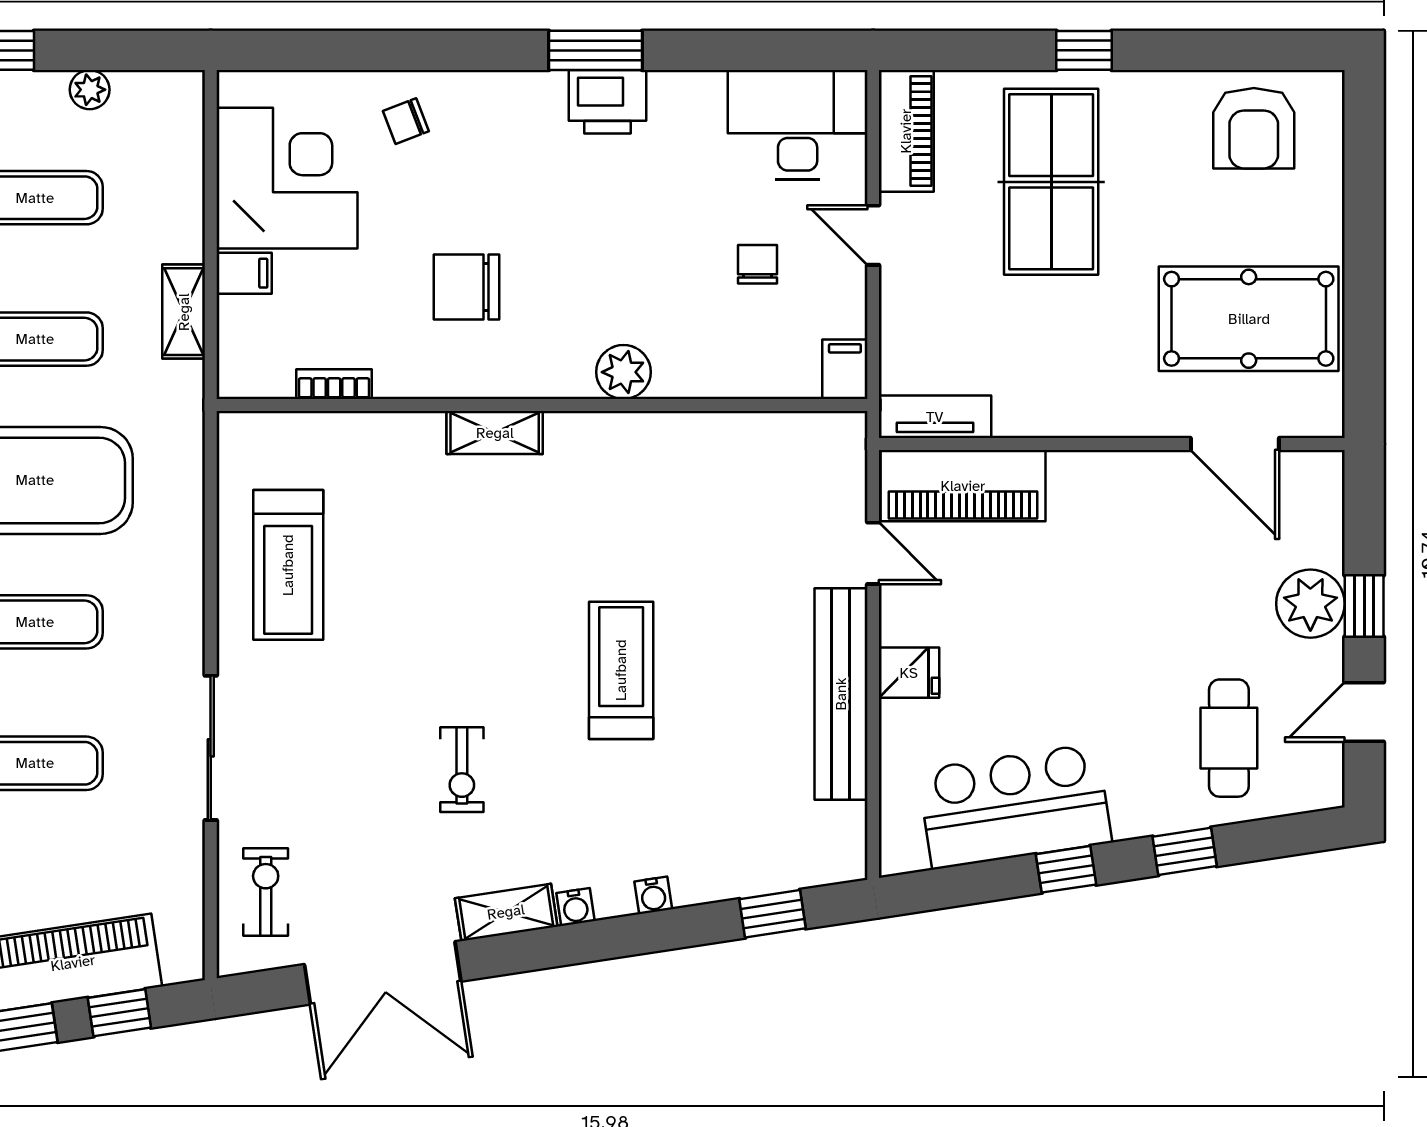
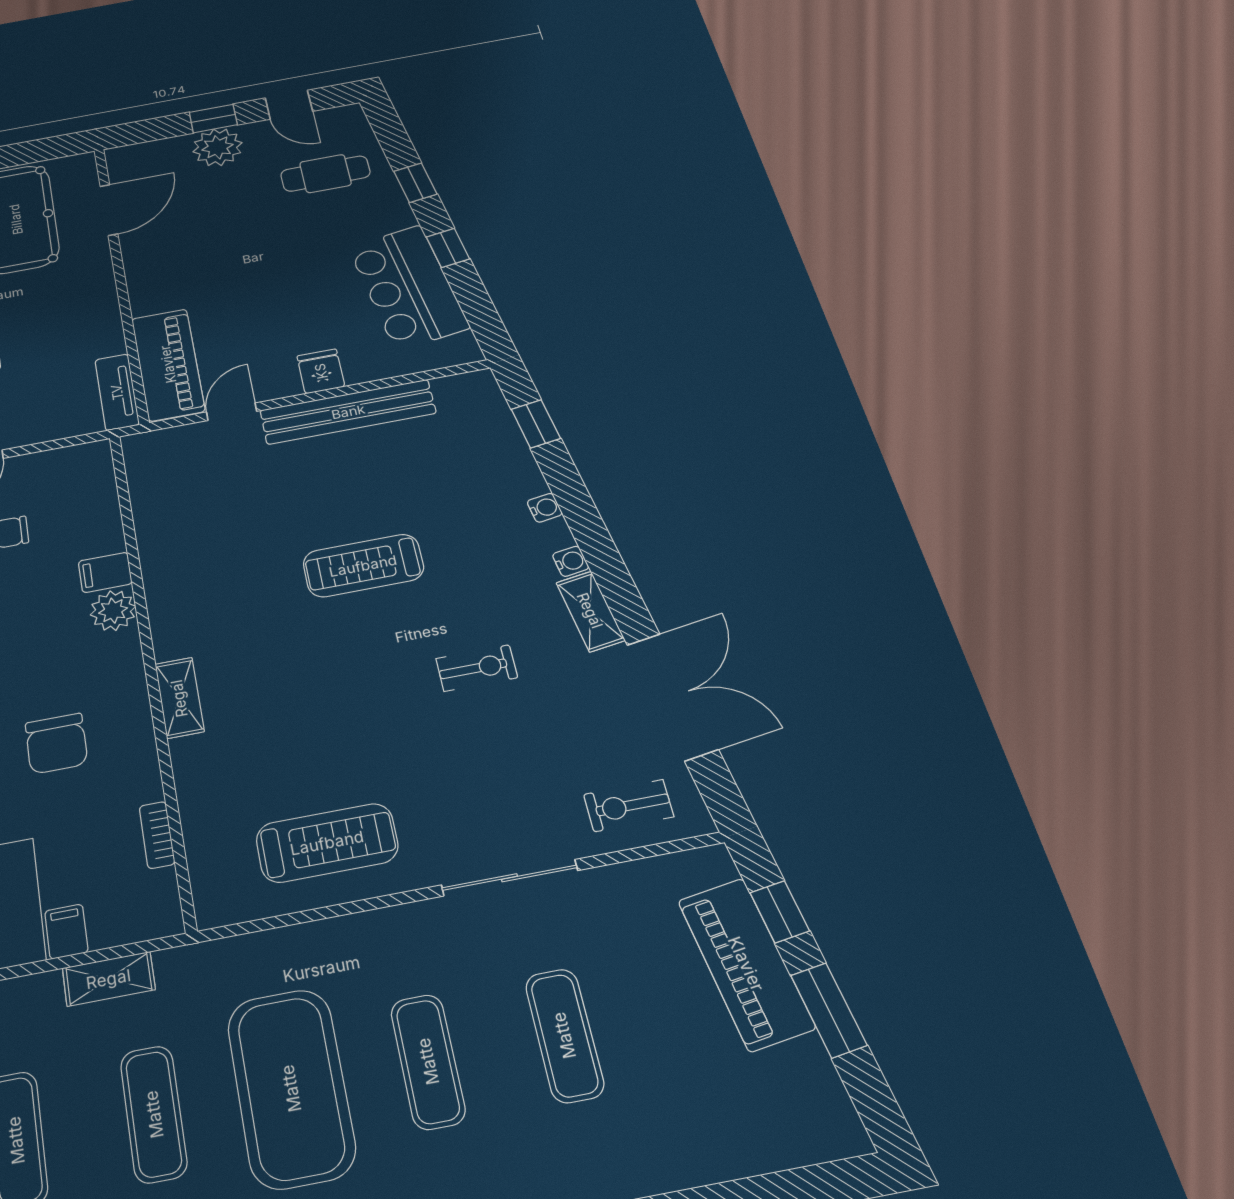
filing cabinet: (845, 369) -> (105, 572), moved

